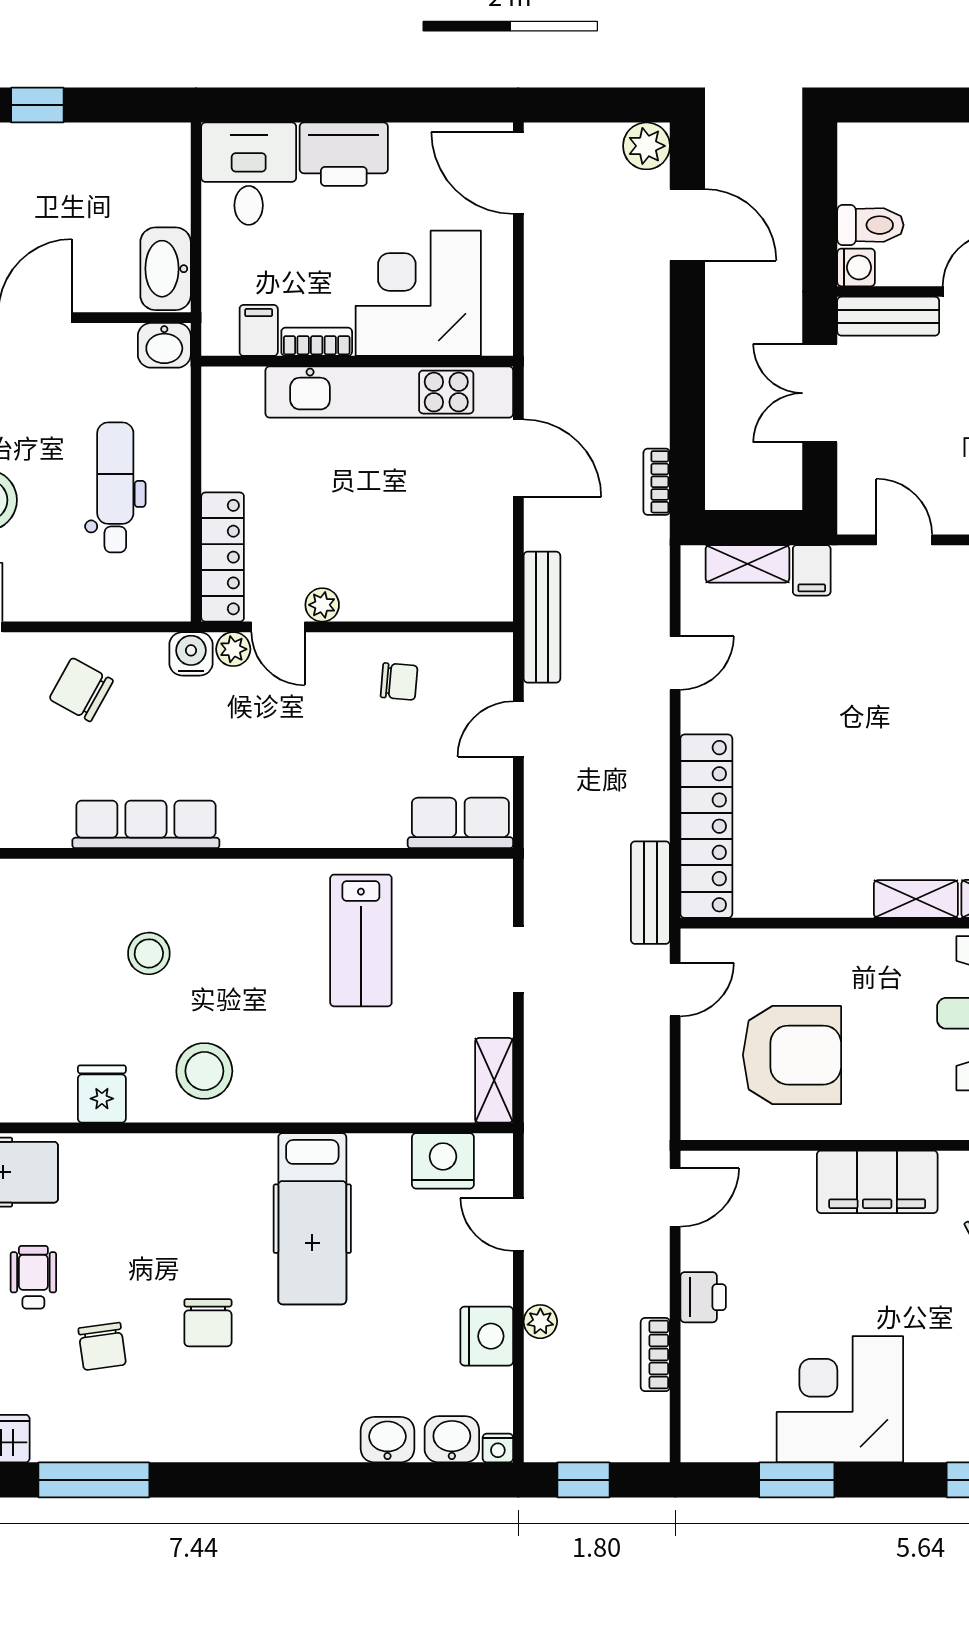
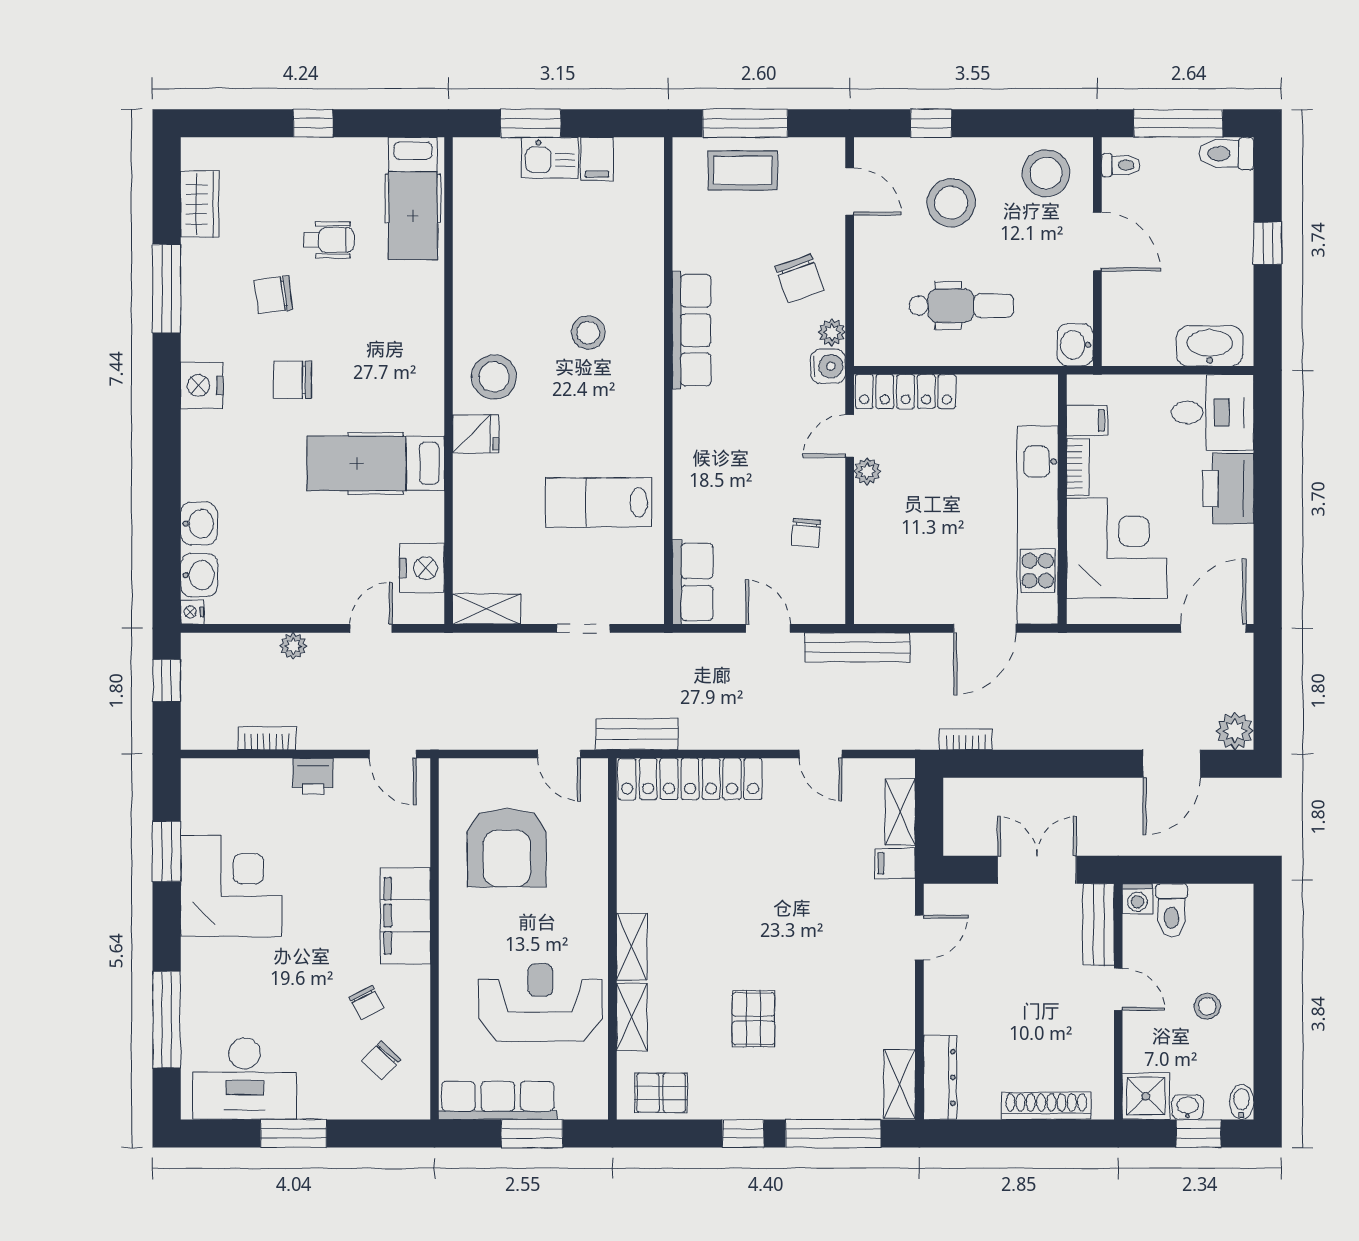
washbasin: (166, 269) -> (1210, 346), moved
plant: (233, 649) -> (832, 332), moved
chair: (81, 690) -> (799, 278), turned 131
fridge: (102, 1094) -> (476, 434), moved
nightstand: (487, 1336) -> (202, 385), moved, turned 90

